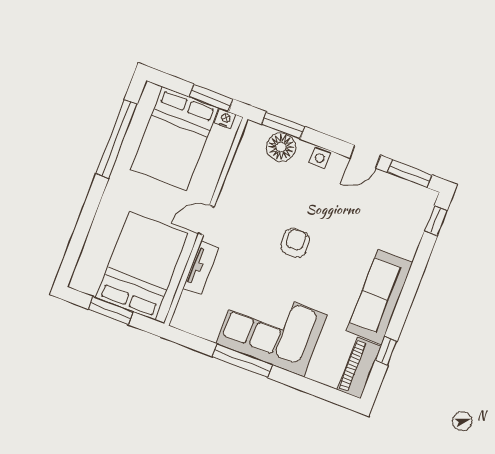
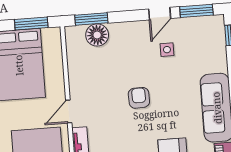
nightstand: (225, 119) -> (48, 34), removed
side table: (320, 158) -> (167, 50), moved

